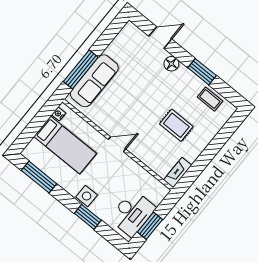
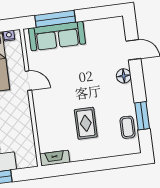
window: (202, 72) -> (142, 116), moved
door: (117, 144) -> (28, 81), moved

